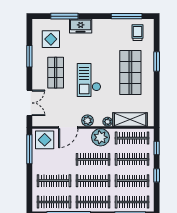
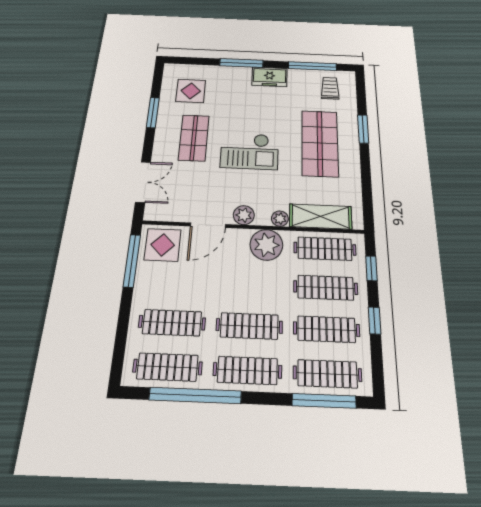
window: (64, 16) -> (241, 63), moved
freezer: (81, 26) -> (270, 77), moved
checkout: (89, 80) -> (249, 151), turned -90
clothes rail: (93, 159) -> (251, 284), removed

